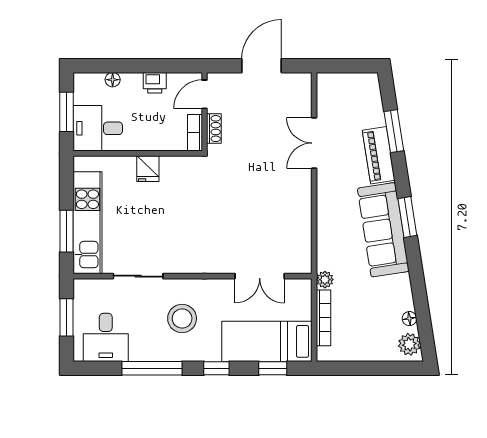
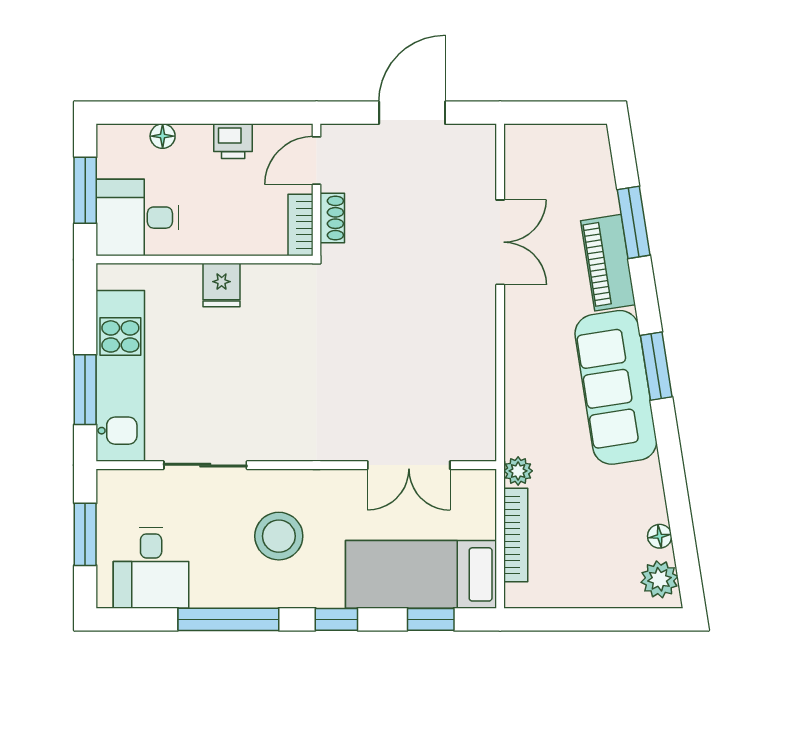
double door: (314, 143) -> (500, 242), swing flipped

